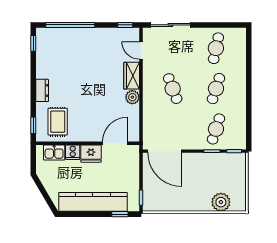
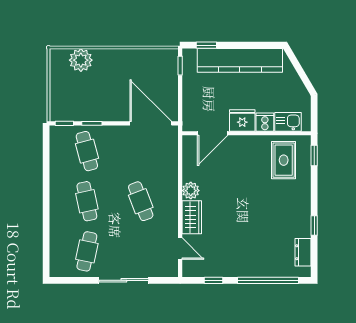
window: (125, 25) -> (214, 280), moved
sliding door: (170, 25) -> (124, 280), moved
window: (33, 43) -> (314, 225), moved
cafe table: (216, 89) -> (87, 201), turned -30
dresser: (42, 90) -> (303, 252), moved
cafe table: (216, 129) -> (87, 151), turned -33

